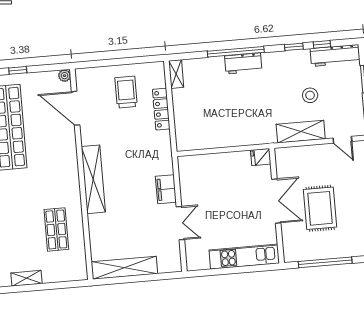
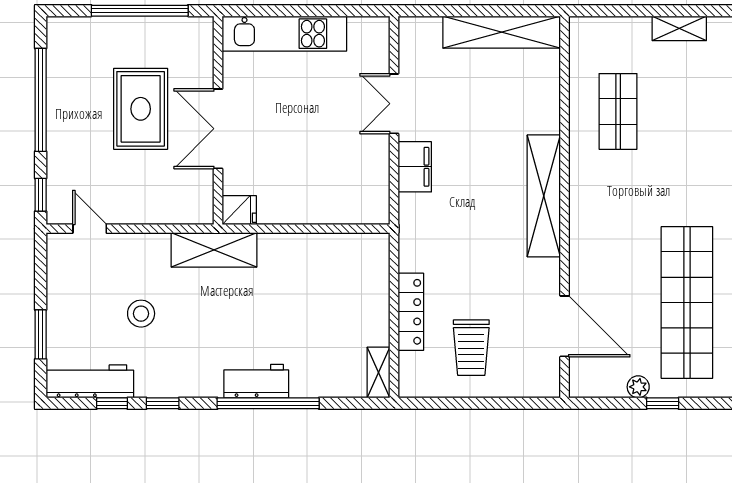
plant: (64, 76) -> (638, 387), moved
shelving: (301, 132) -> (214, 250), moved

